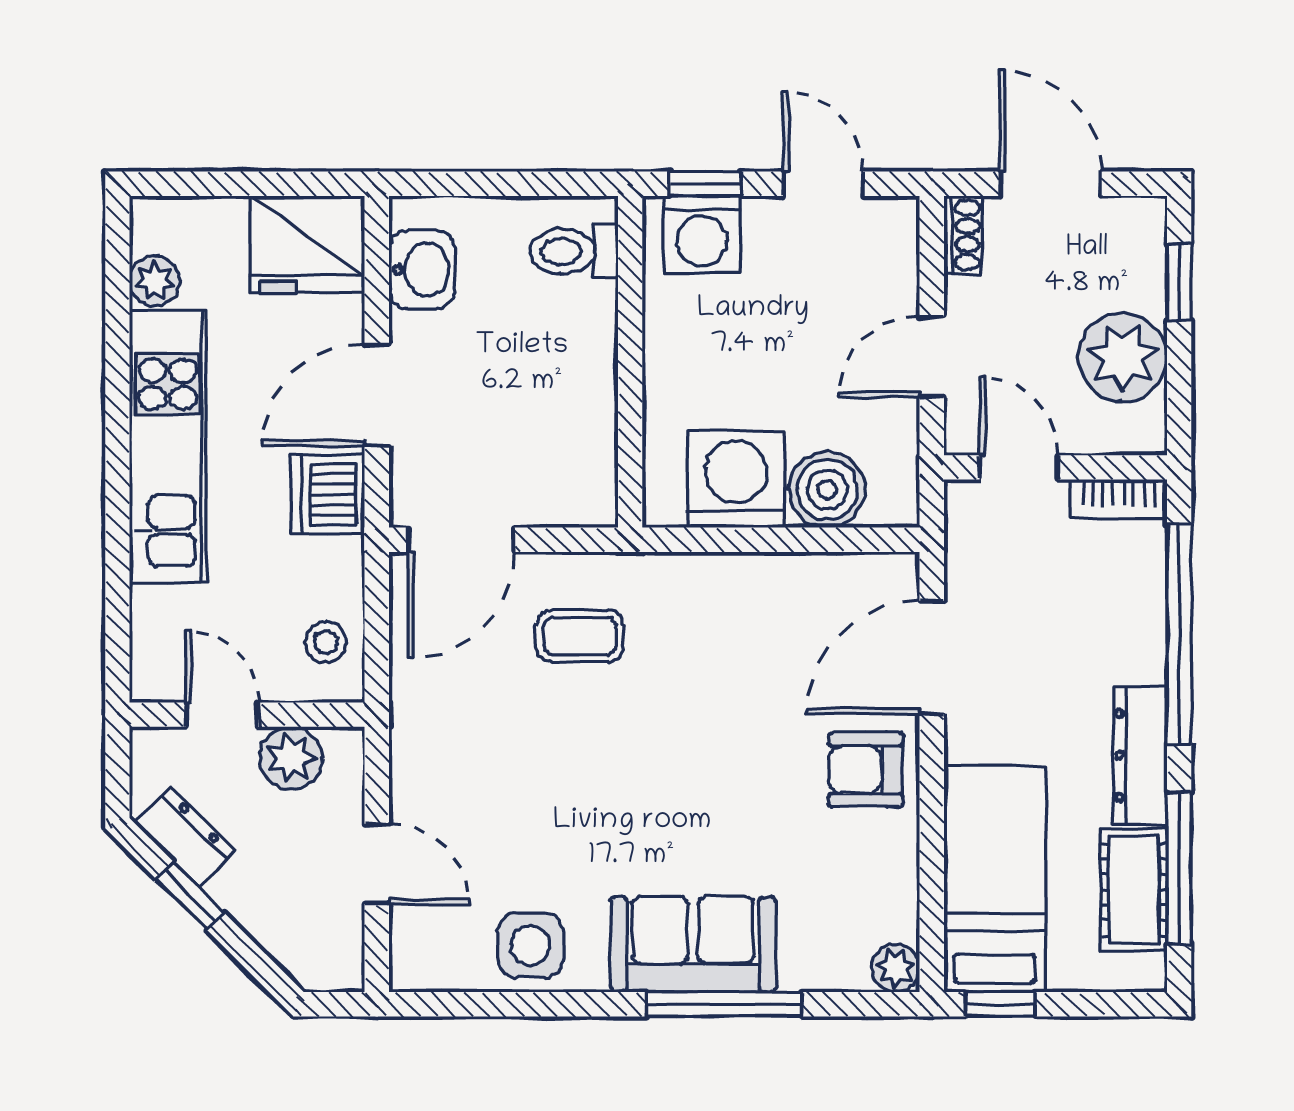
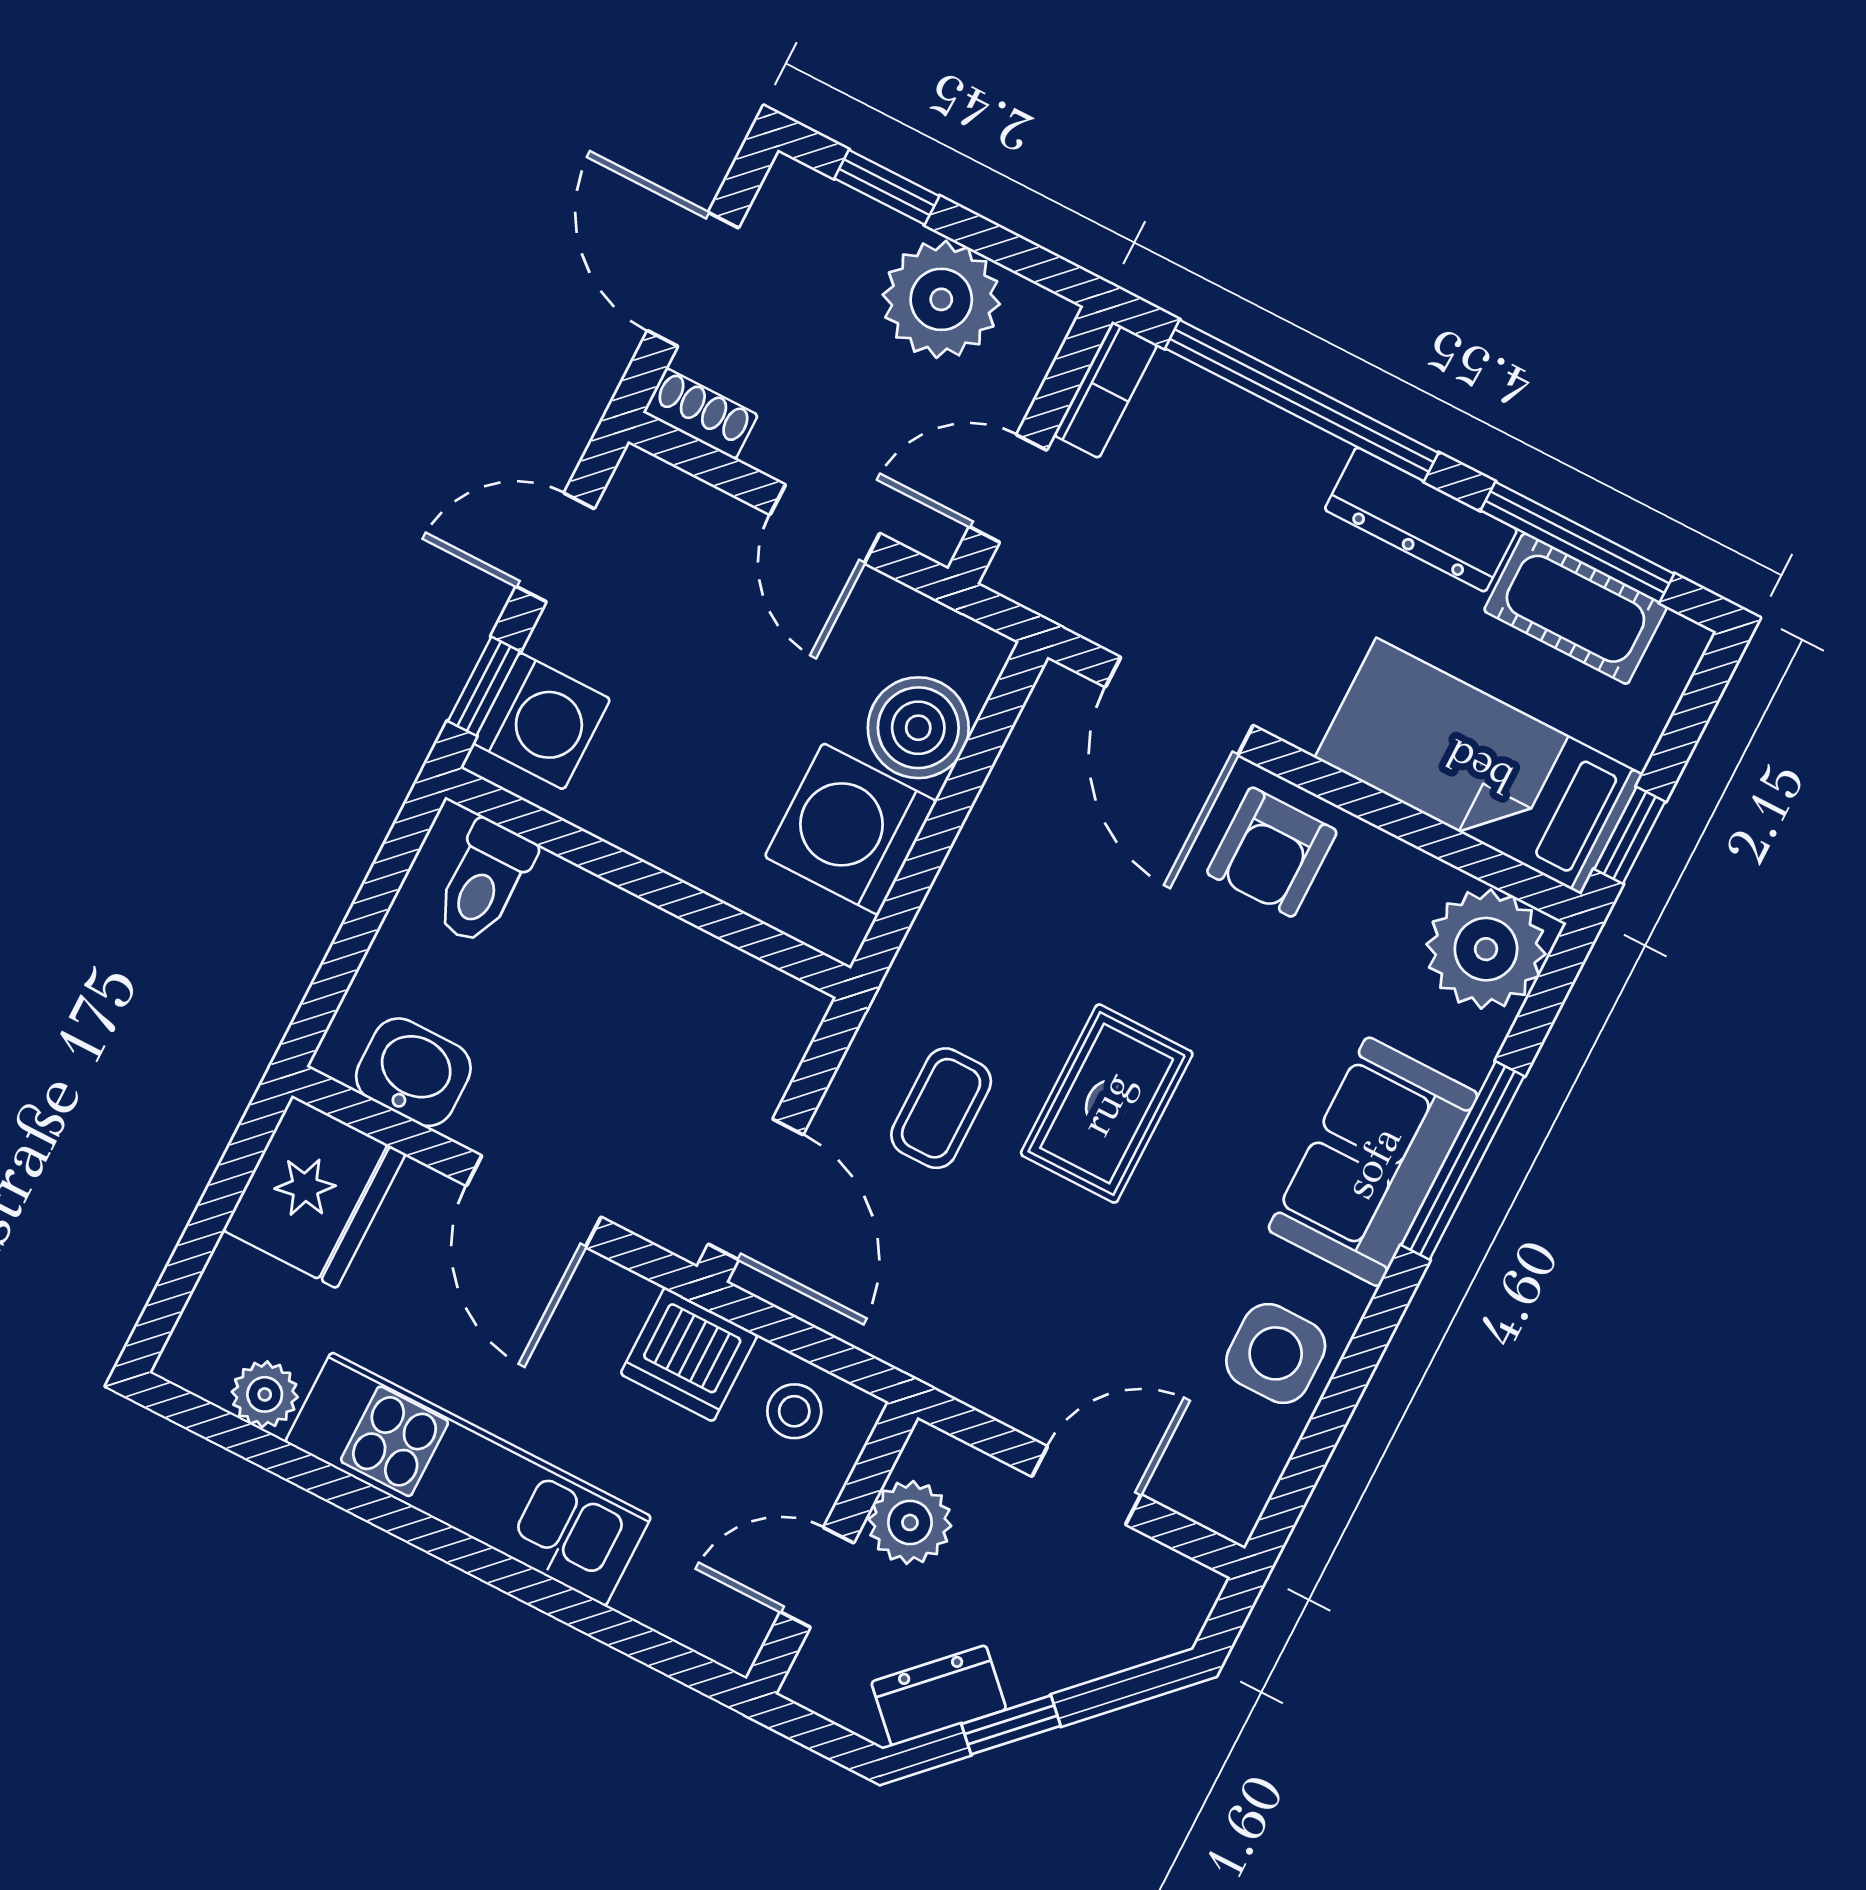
door: (1050, 184) -> (693, 279), hinge flipped
dishwasher: (328, 494) -> (689, 1354), moved
rug: (640, 746) -> (1107, 1104), added
plant: (896, 968) -> (1486, 949), width x1.87, depth x1.87

